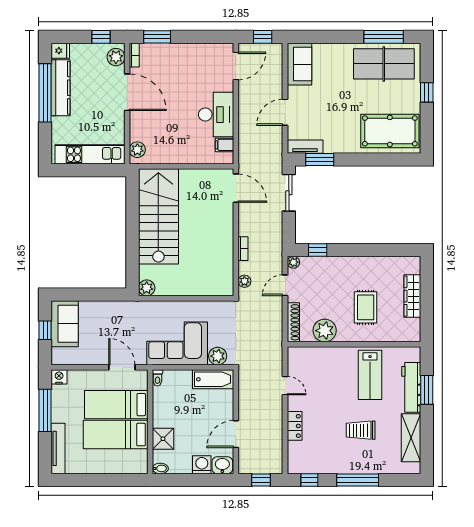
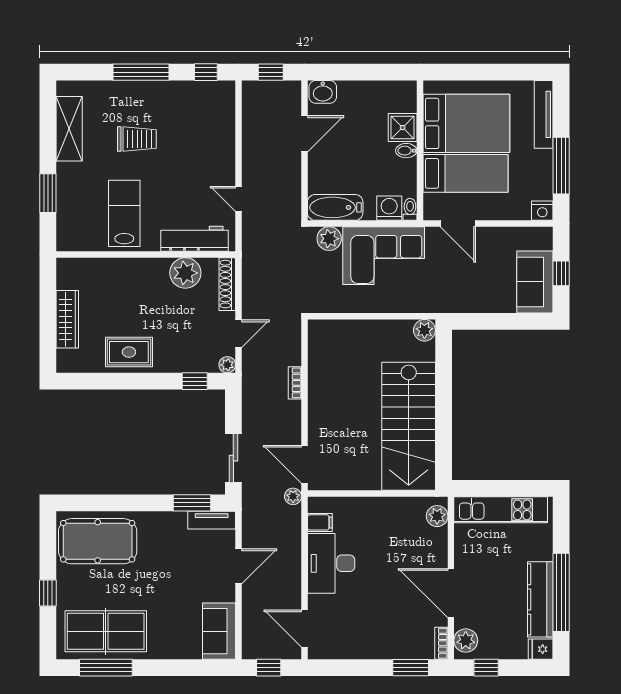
door: (236, 66) -> (305, 629), hinge flipped
plant: (244, 281) -> (293, 496), moved
rug: (366, 307) -> (129, 352), moved, turned 90
workbench: (411, 387) -> (195, 239), moved, turned -90
locker: (295, 426) -> (226, 145), removed
bed: (116, 435) -> (466, 123), width x1.50
washing machine: (202, 465) -> (389, 208), moved, turned 180
bidet: (160, 468) -> (406, 151), moved

